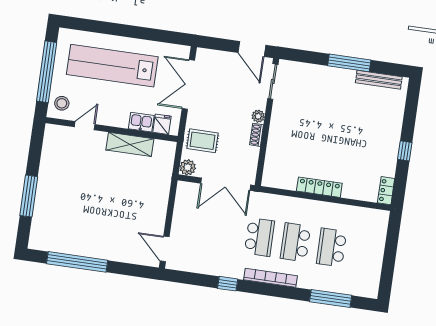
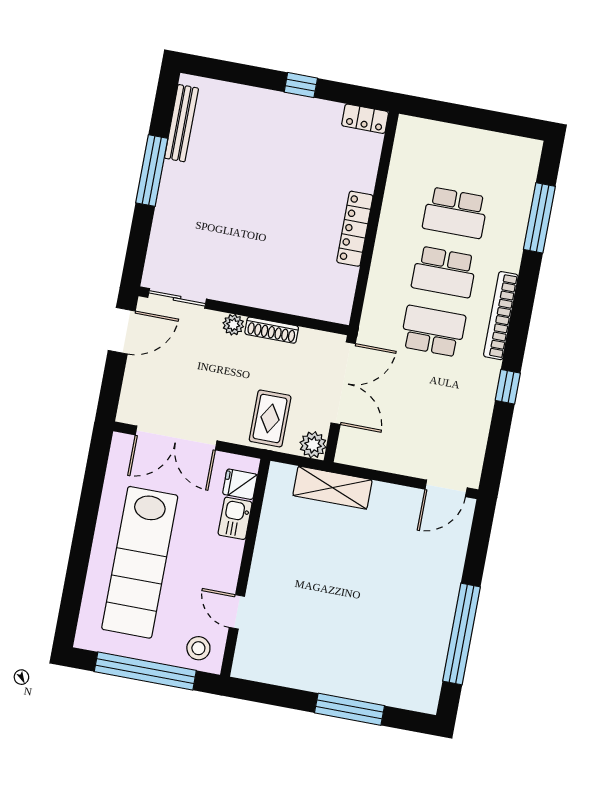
shoe rack: (257, 135) -> (272, 330), width x1.43
shelving: (130, 144) -> (332, 488), moved, turned 90

